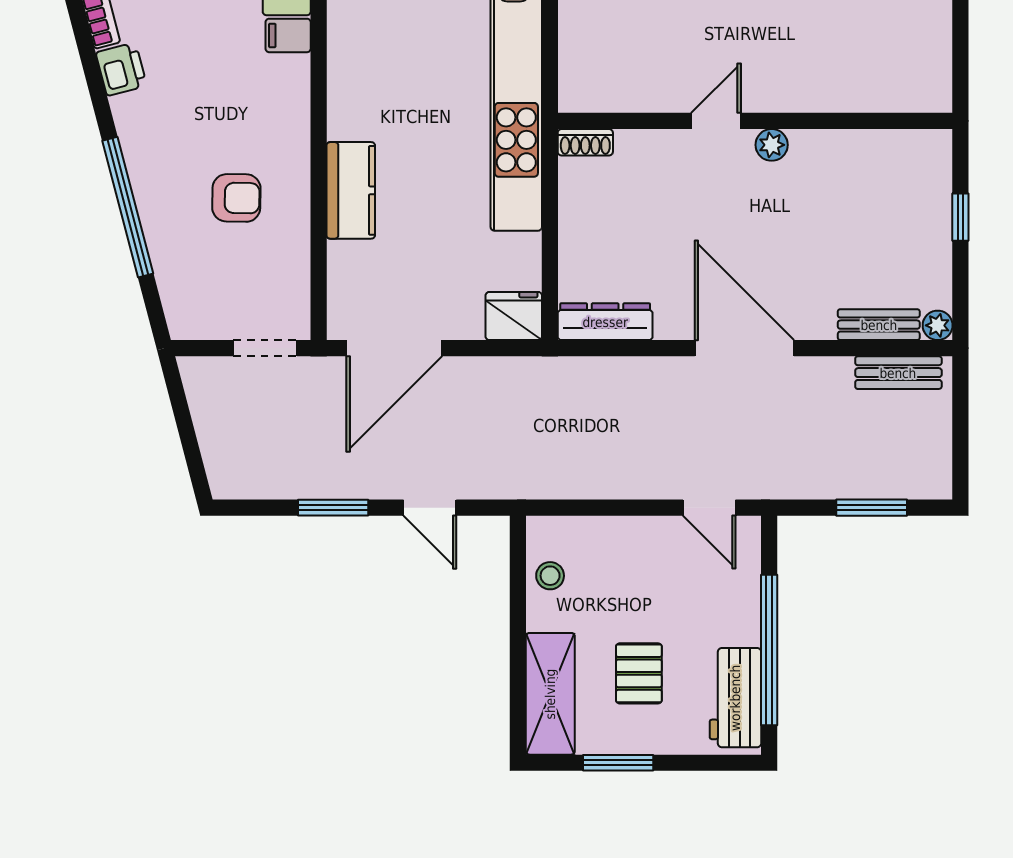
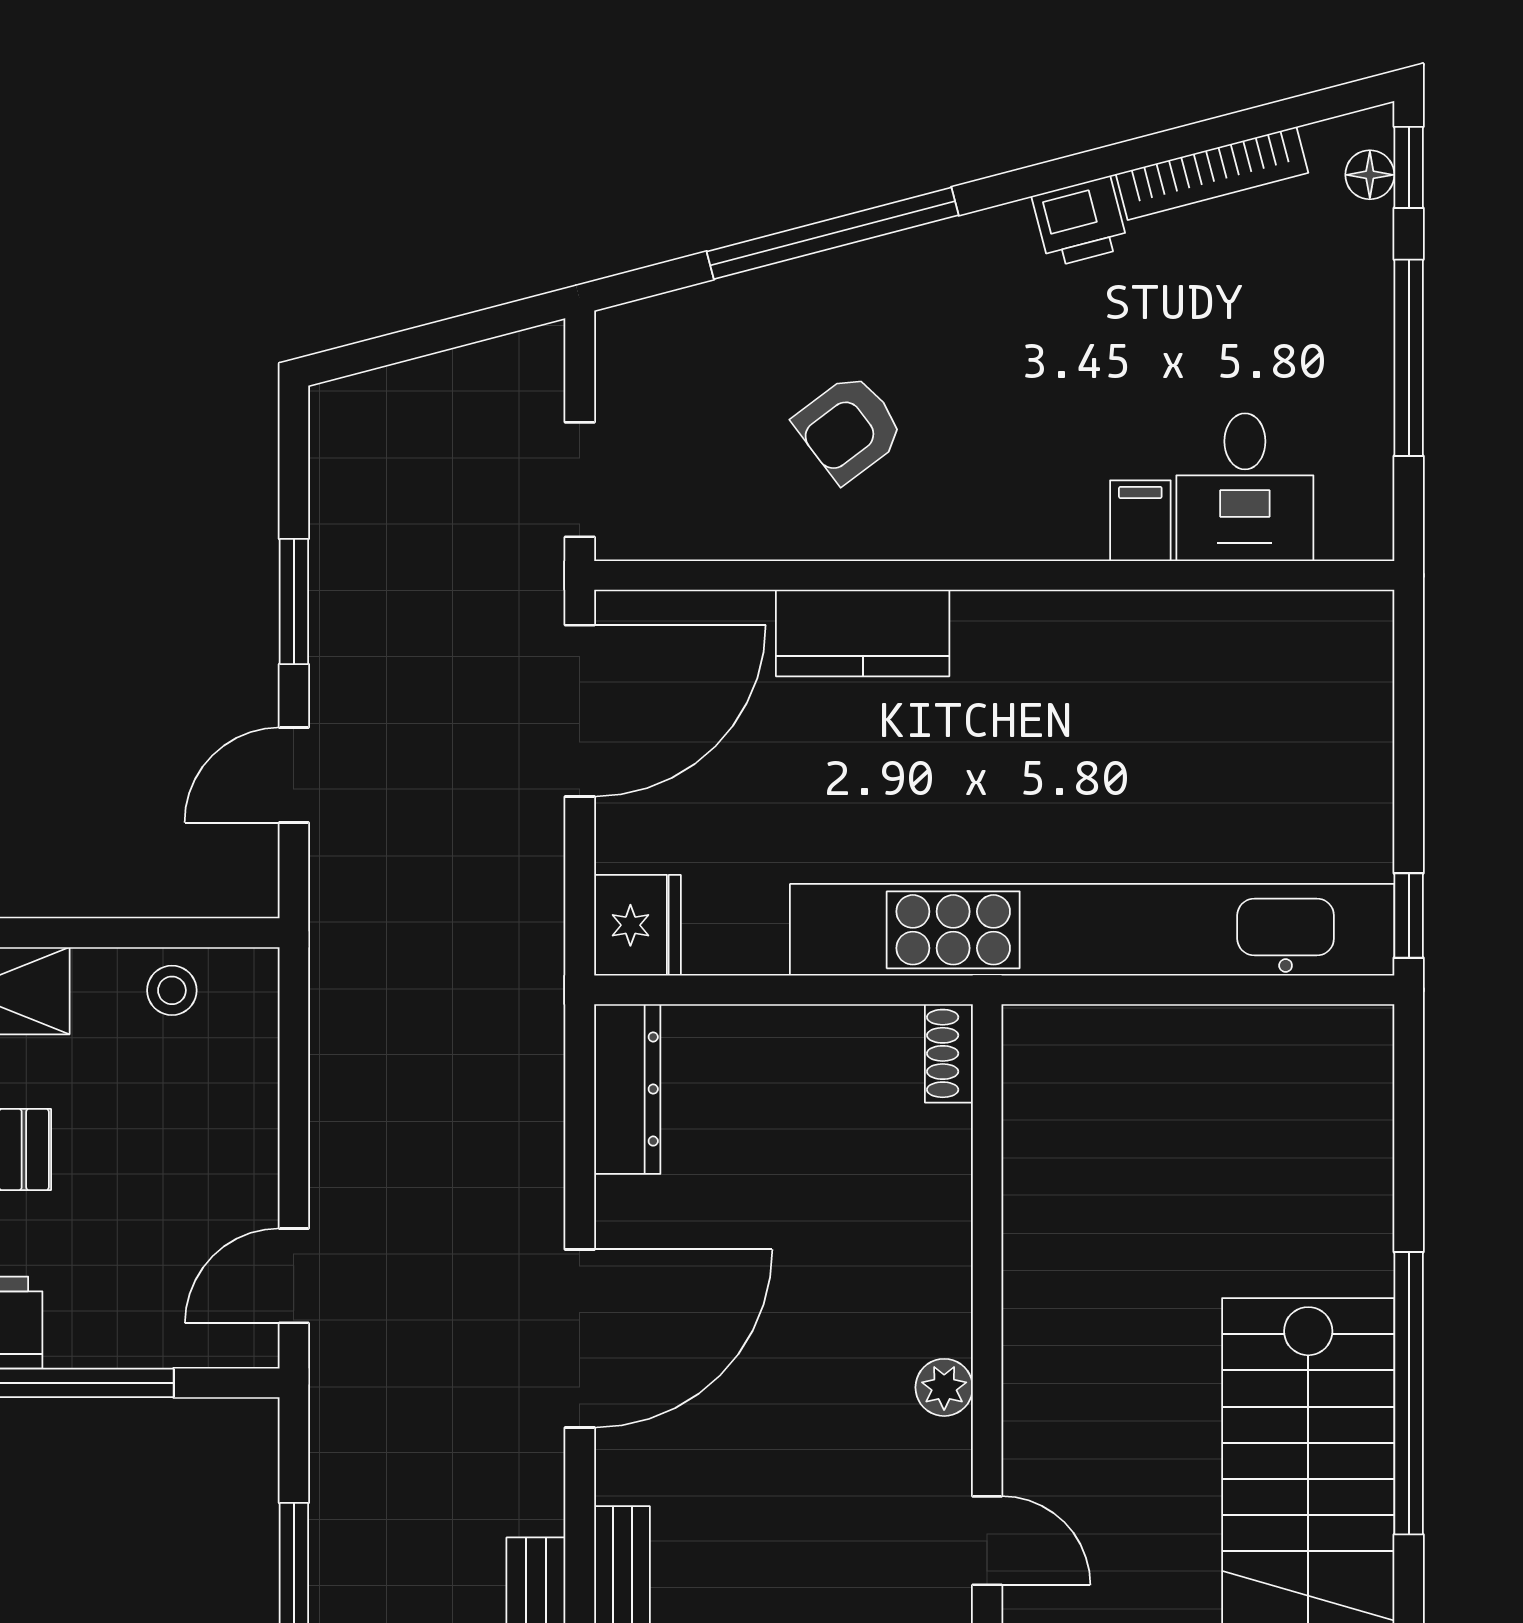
door: (716, 121) -> (987, 1541), moved
armchair: (236, 198) -> (849, 428), turned 52
door: (394, 348) -> (580, 711), swing flipped

